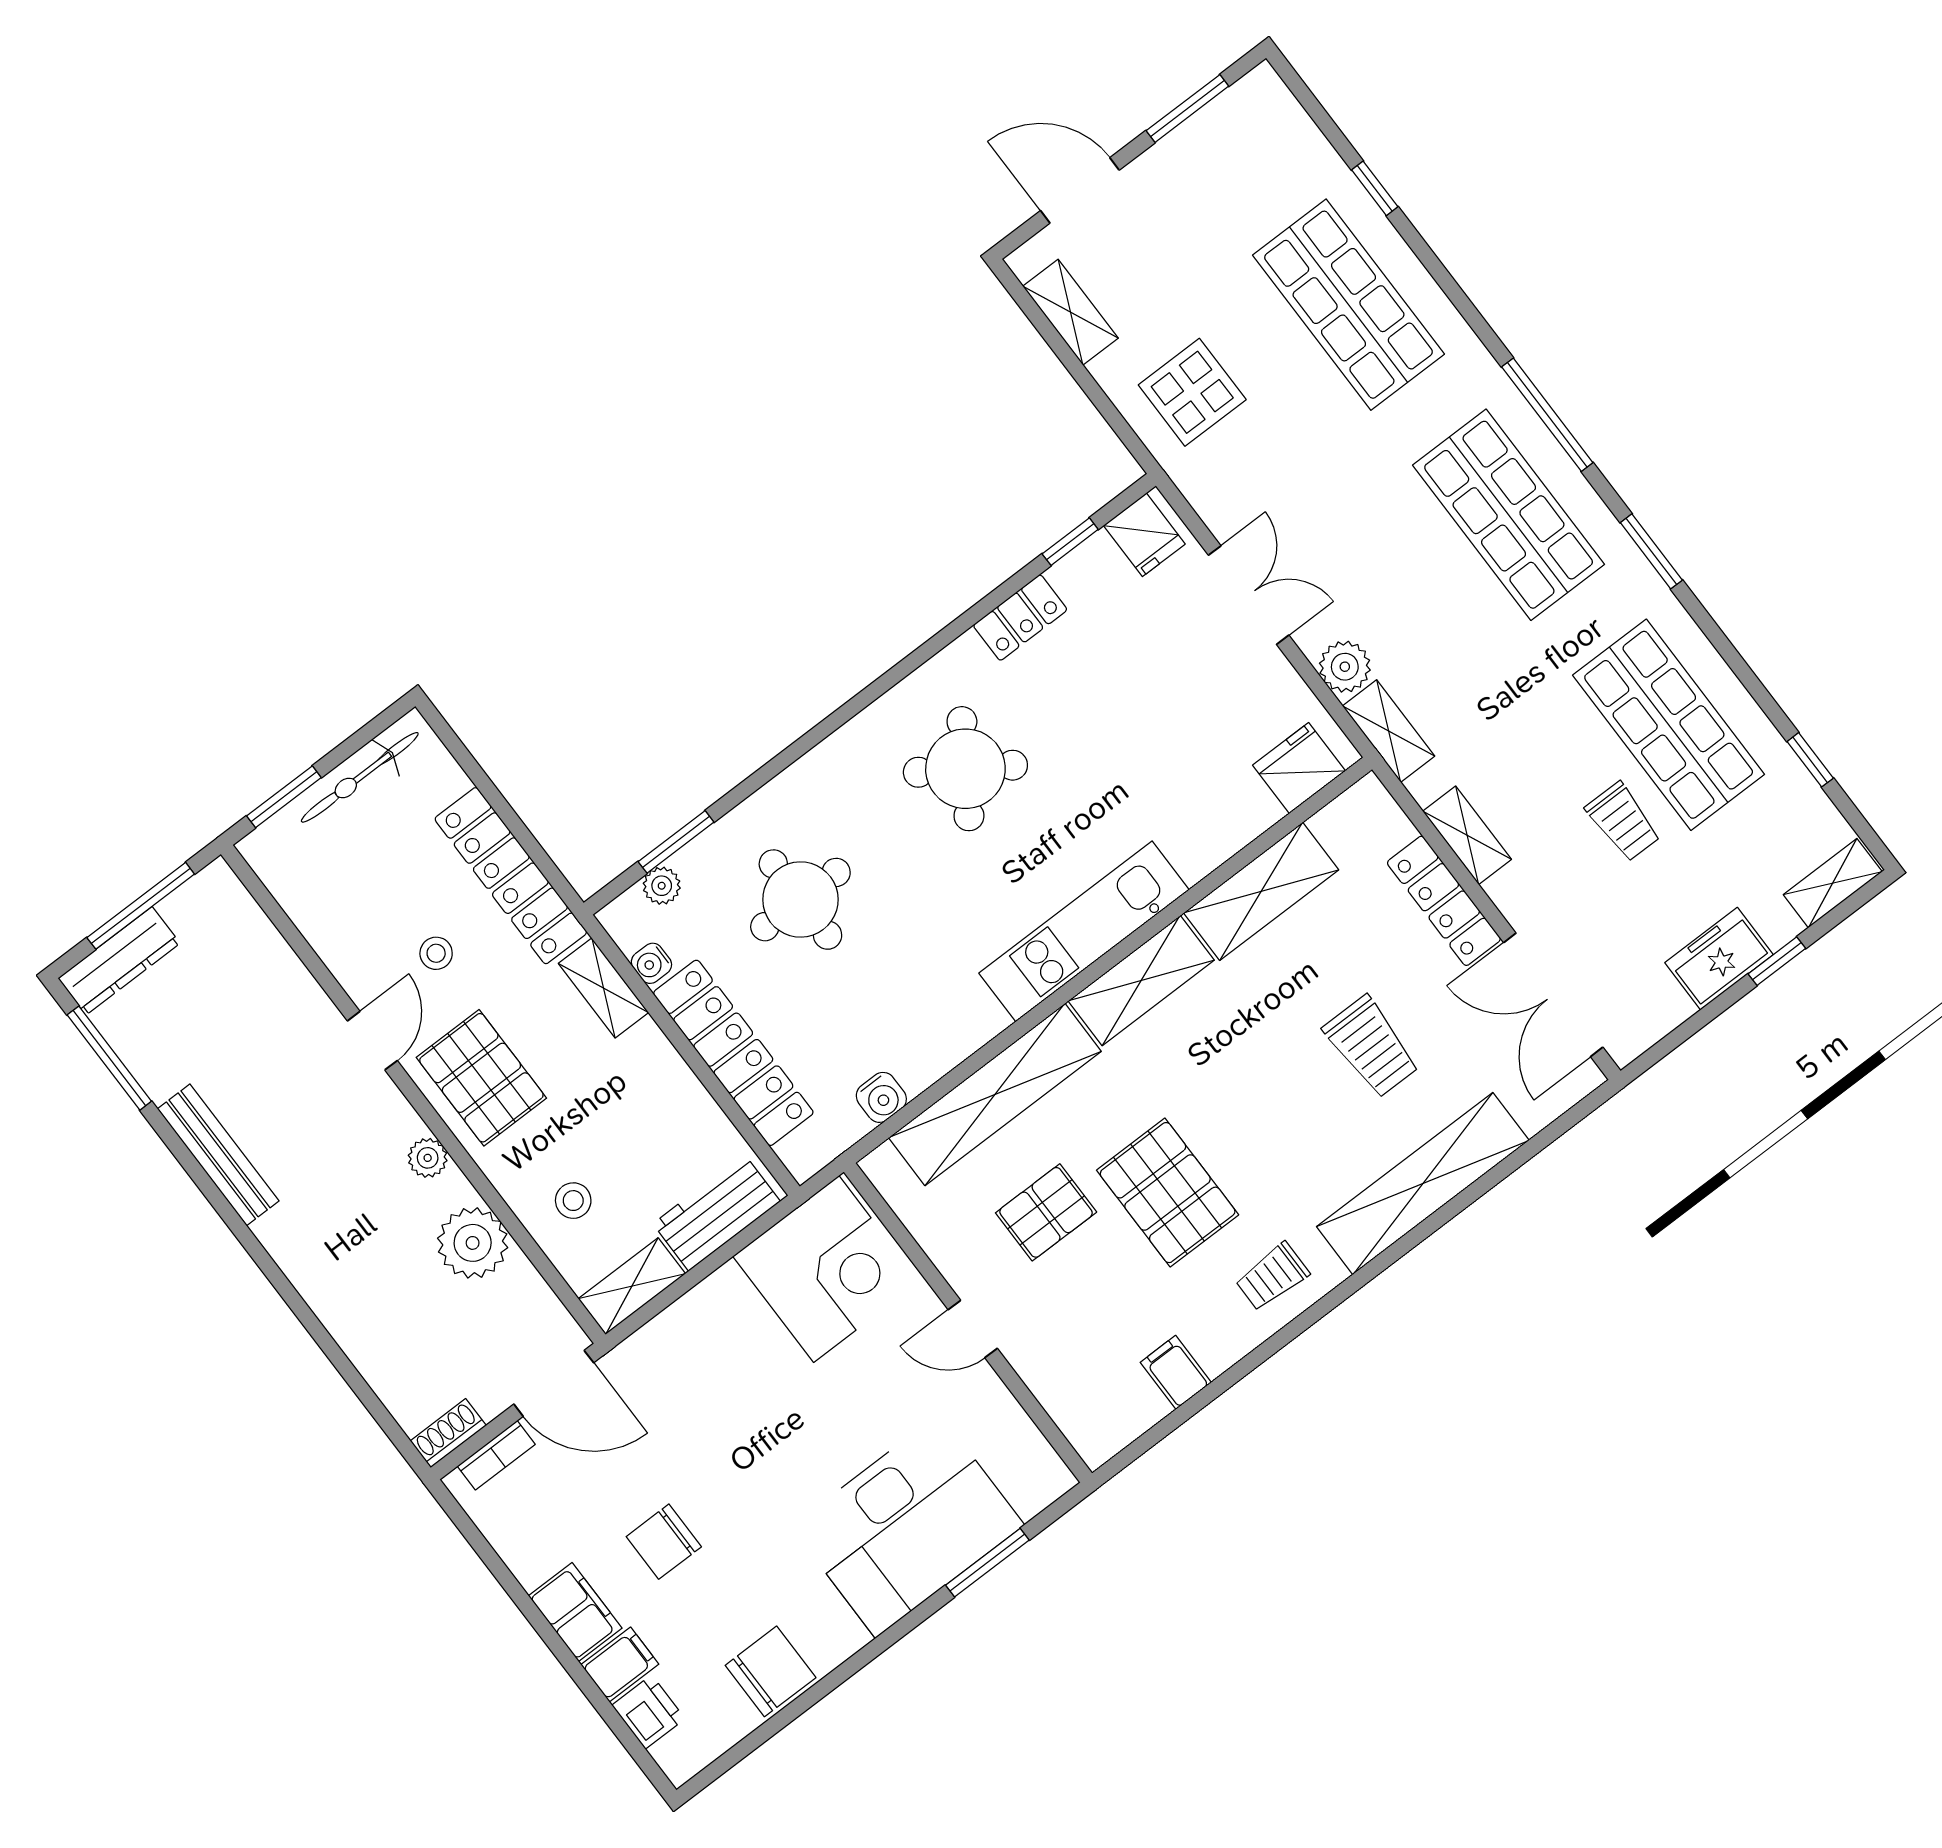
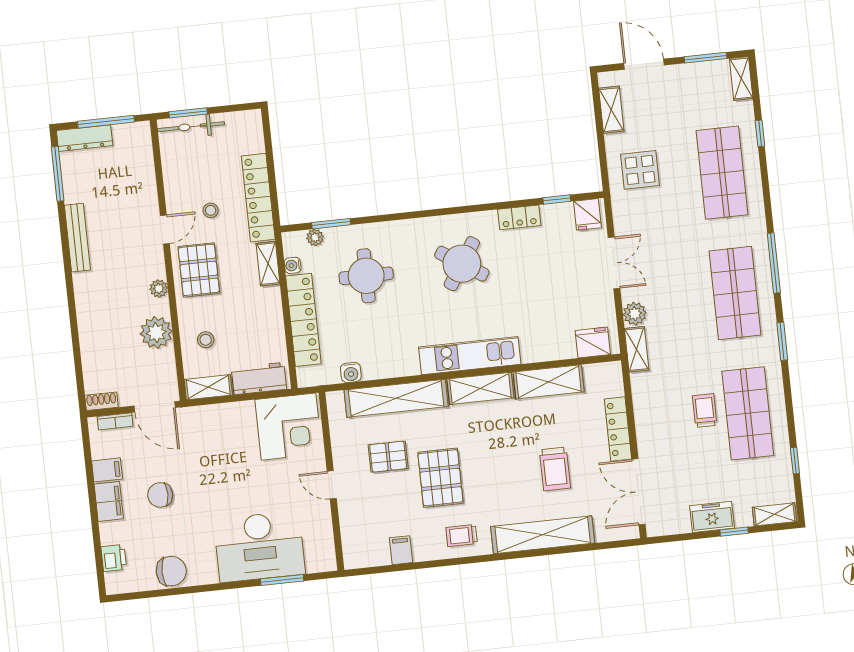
bicycle: (360, 777) -> (191, 127), moved
trolley: (1623, 822) -> (705, 410), moved, turned 180
shelving: (1467, 835) -> (741, 78), moved
filing cabinet: (620, 1664) -> (107, 470), moved

